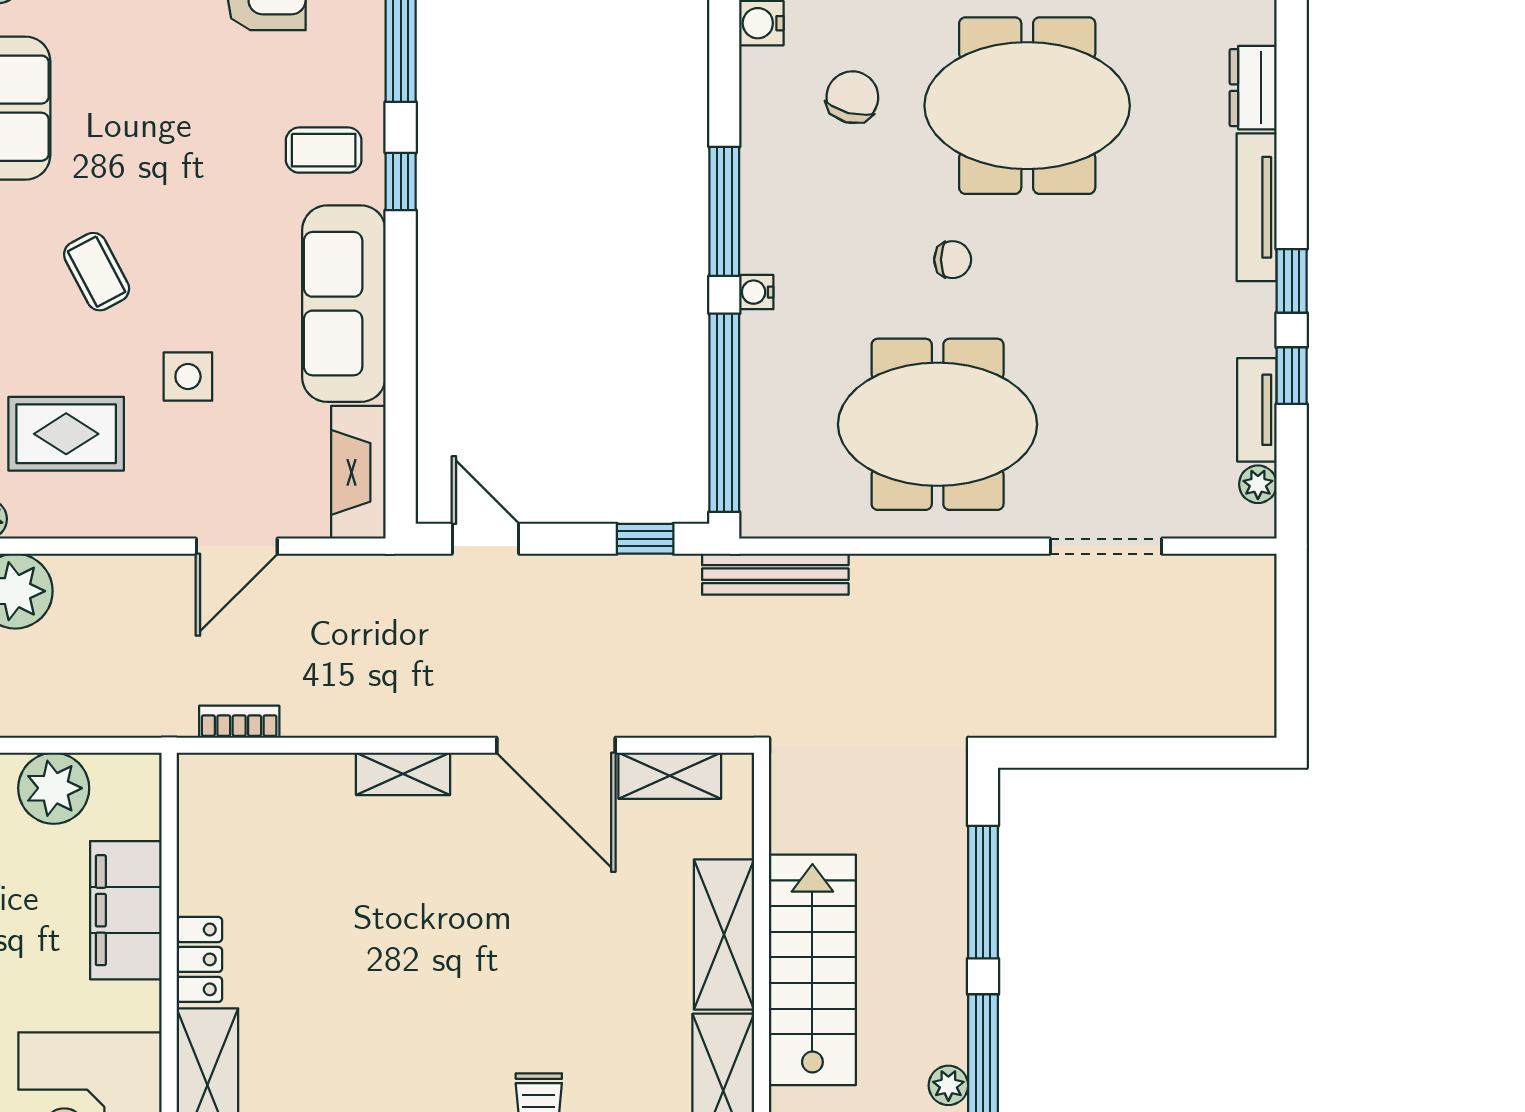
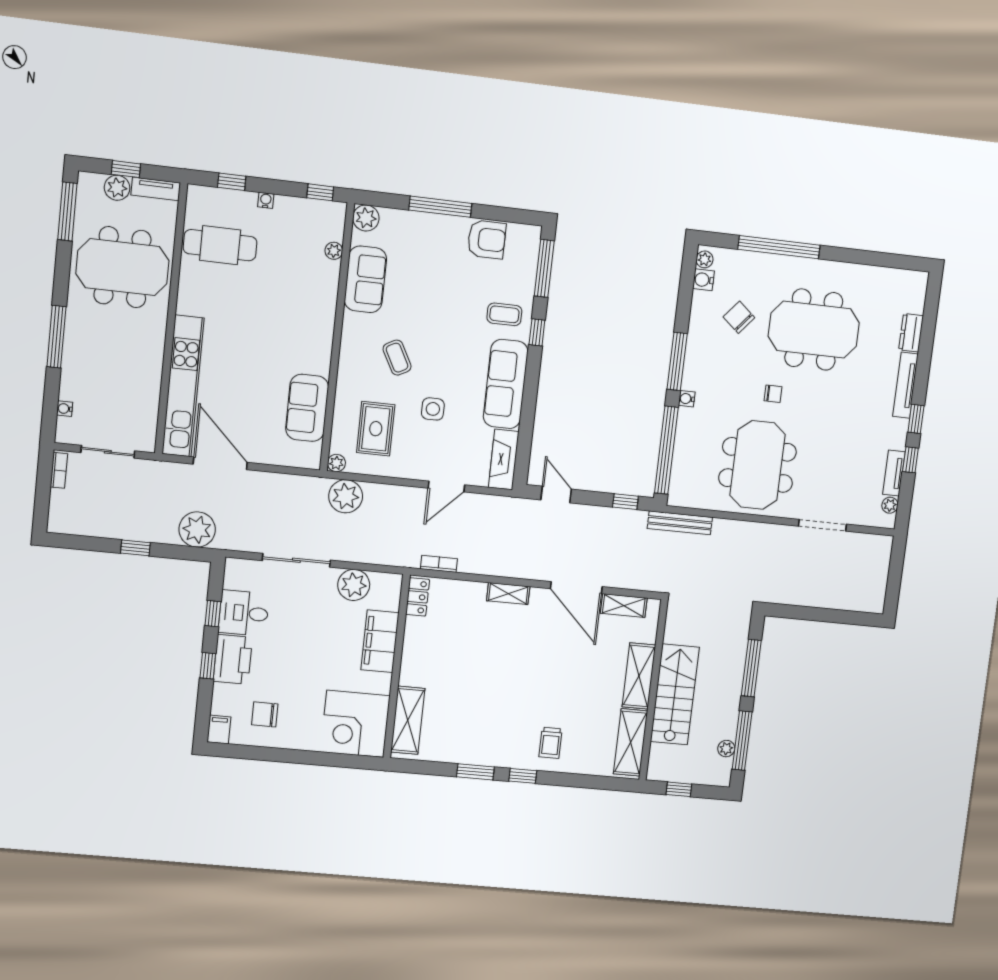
chair: (852, 97) -> (739, 317), turned -65
meeting table: (938, 424) -> (758, 465), turned 90
rug: (66, 434) -> (376, 429), turned 90
locker: (199, 959) -> (418, 597), moved

